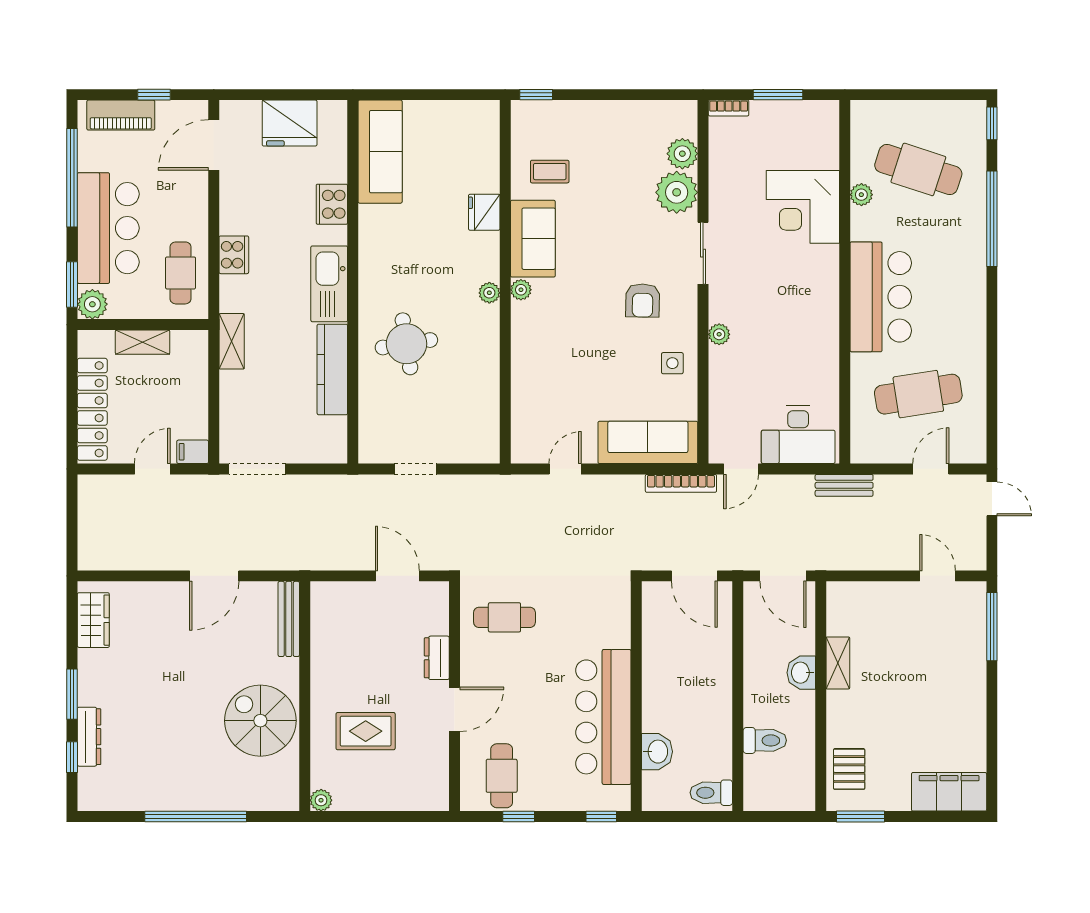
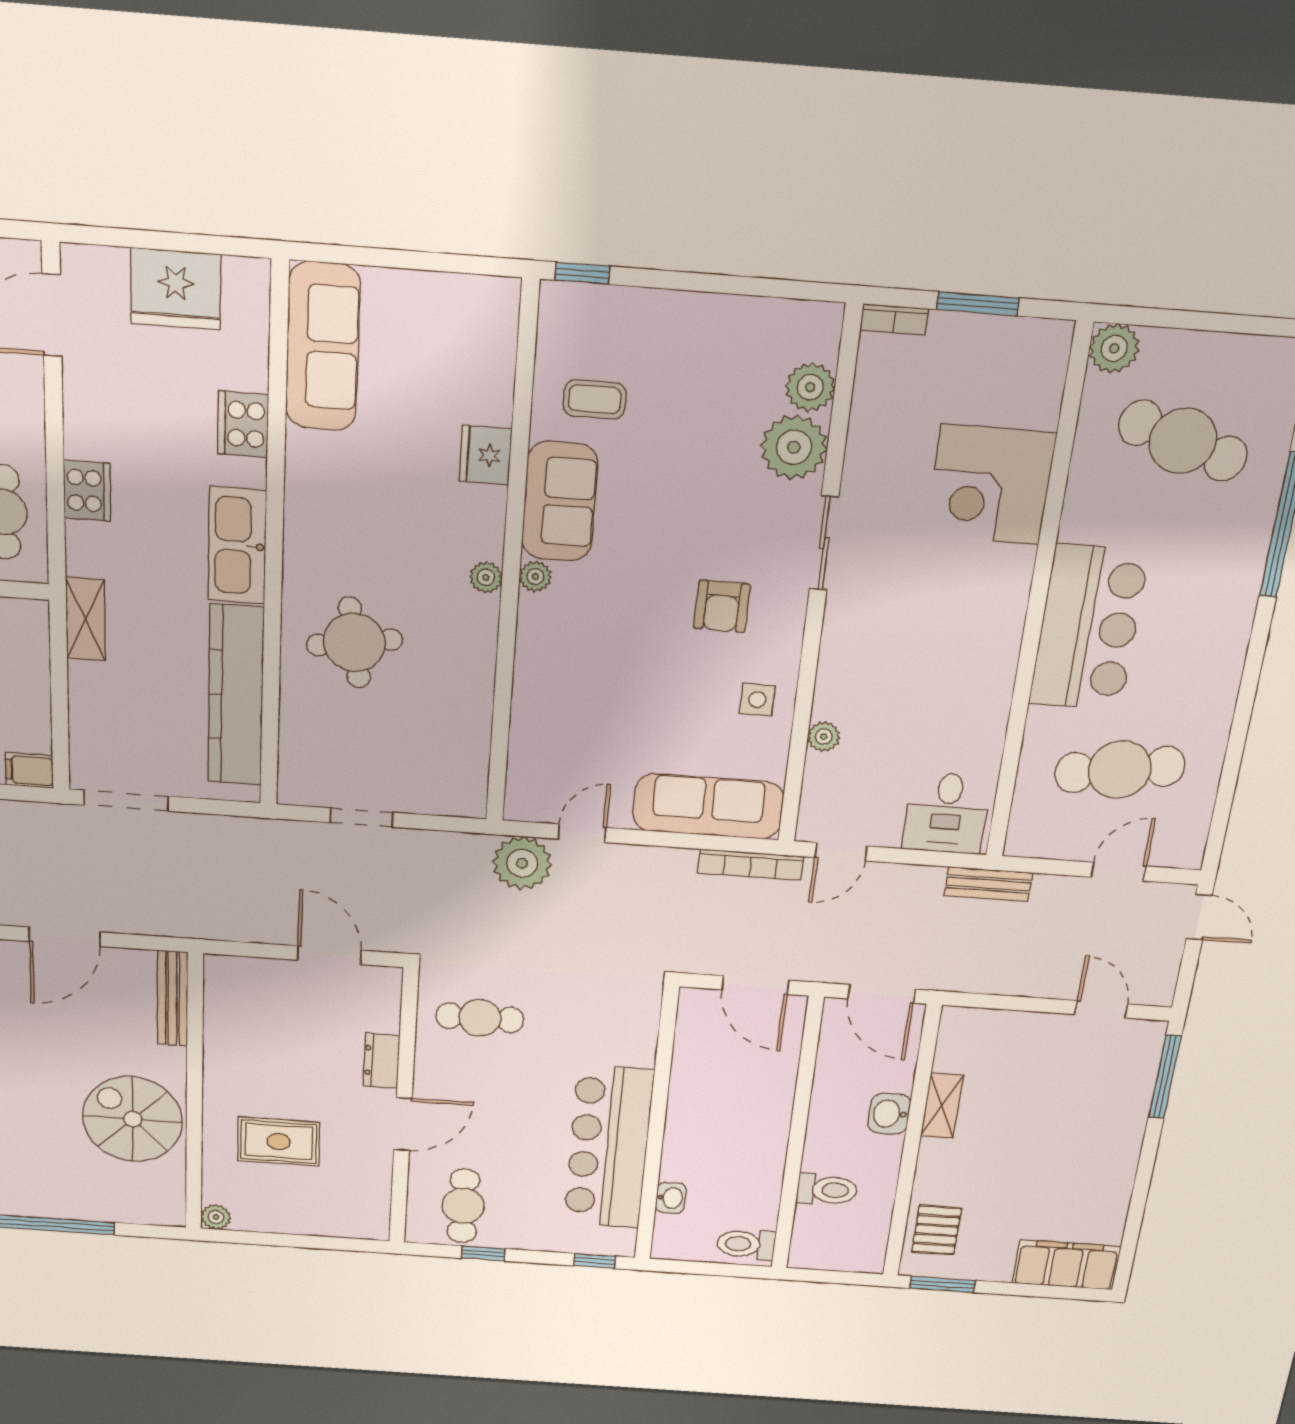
plant: (861, 195) -> (1114, 348), moved, width x1.38, depth x1.38
plant: (719, 334) -> (824, 737), moved
kitchen counter: (332, 369) -> (236, 696), width x1.39, depth x1.17
desk: (798, 435) -> (947, 813), width x0.73
plant: (526, 495) -> (522, 863), added
washbasin: (657, 752) -> (671, 1198), width x0.72, depth x0.69

